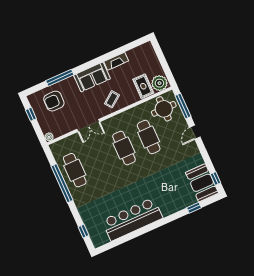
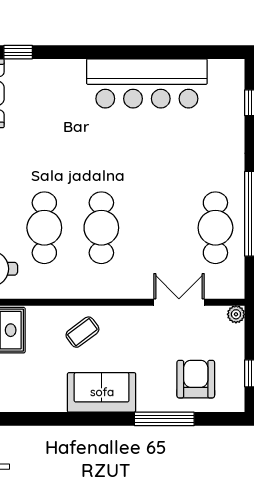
fireplace: (116, 61) -> (41, 402), removed
armchair: (54, 101) -> (196, 379), turned -90
double door: (88, 125) -> (179, 302), moved

